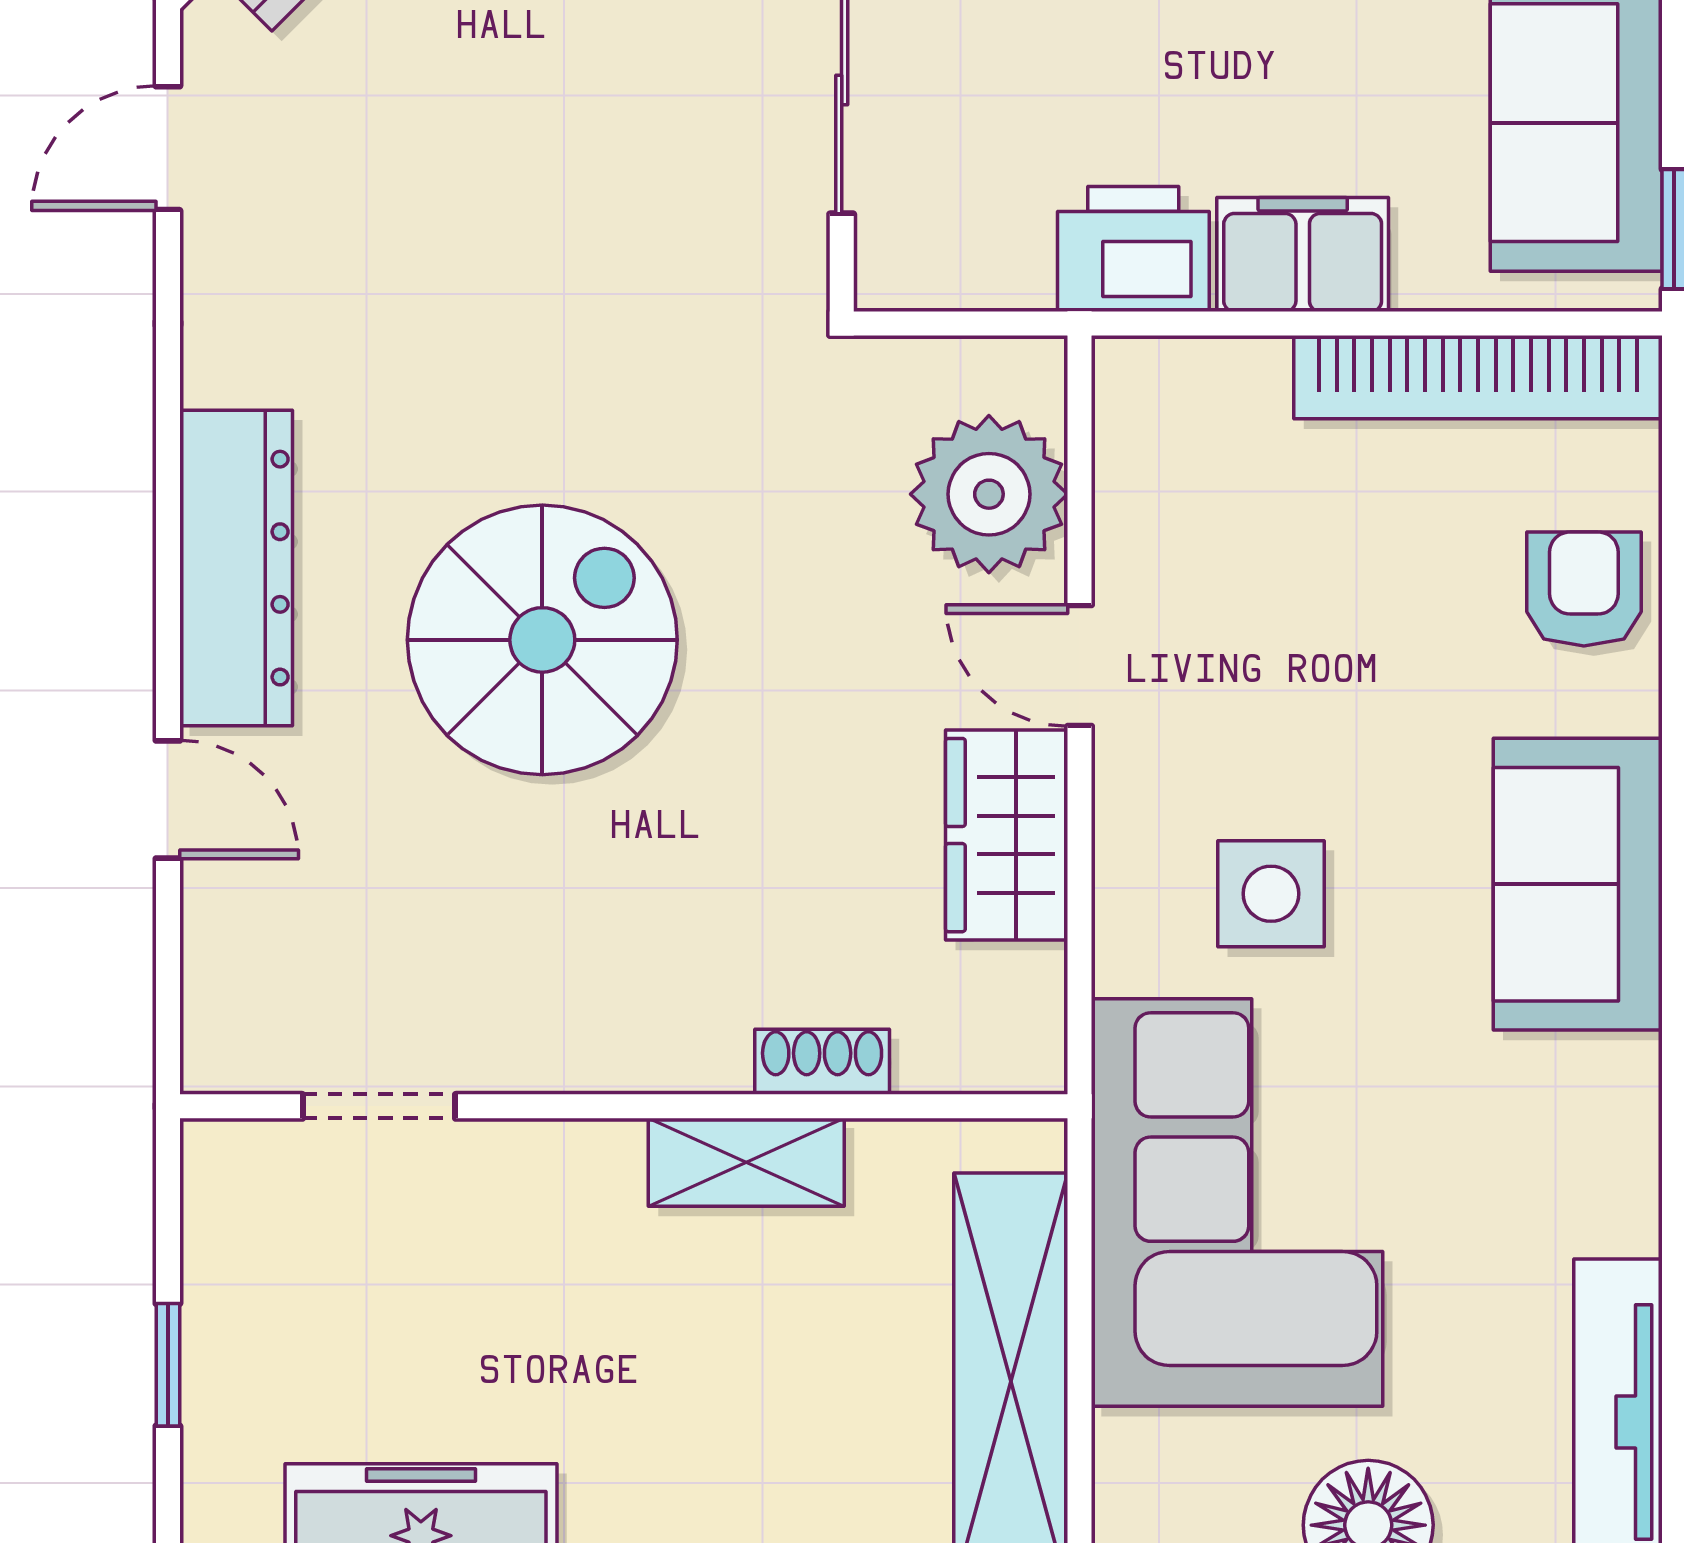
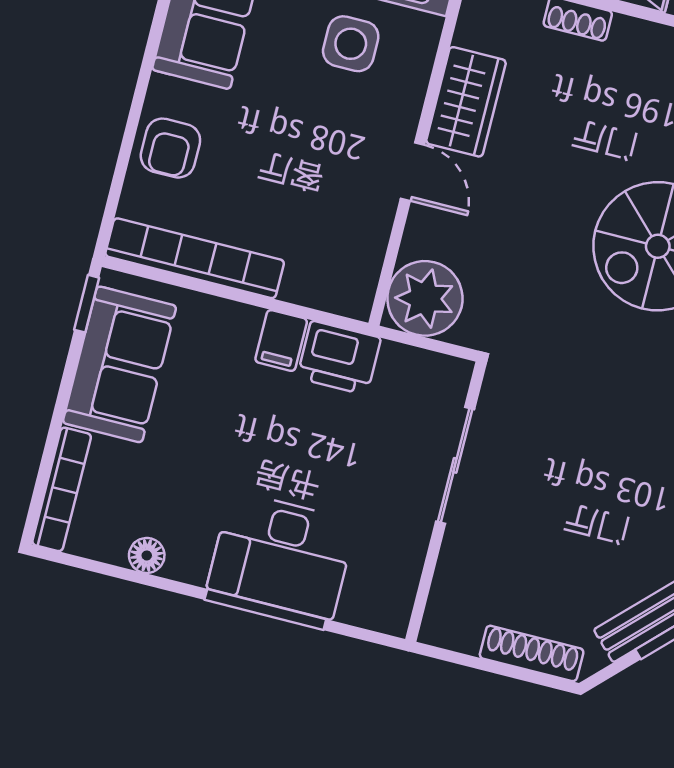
filing cabinet: (1303, 254) -> (281, 340), width x0.50
plant: (989, 494) -> (425, 298), moved

